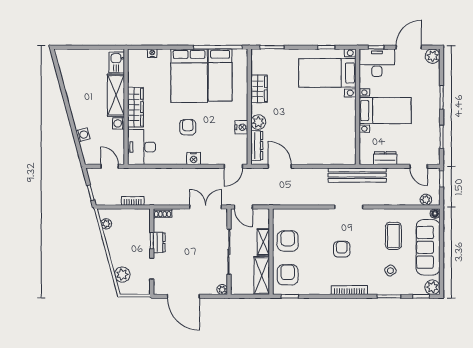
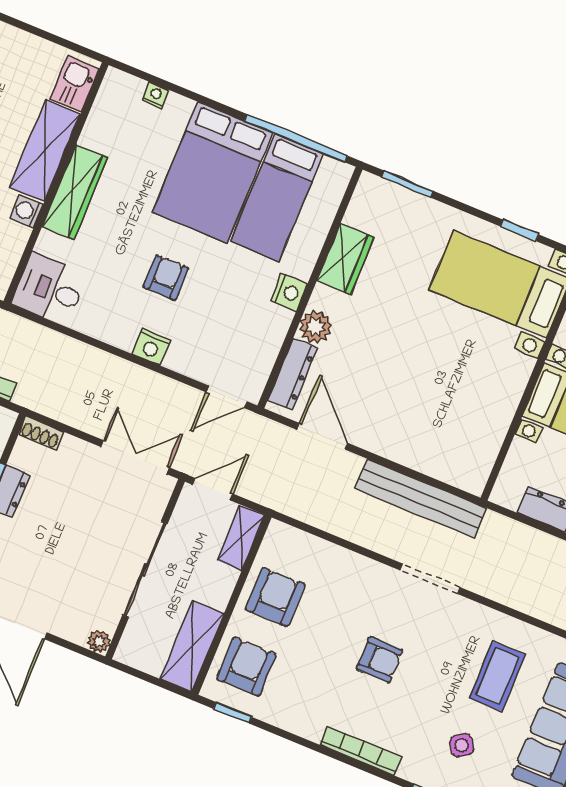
nightstand: (241, 127) -> (289, 292), moved
desk: (142, 147) -> (50, 289), width x0.73
bench: (357, 175) -> (421, 498), moved
door: (243, 207) -> (213, 489), swing flipped
shelving: (263, 242) -> (241, 538), moved
armchair: (342, 249) -> (380, 660), turned 90

